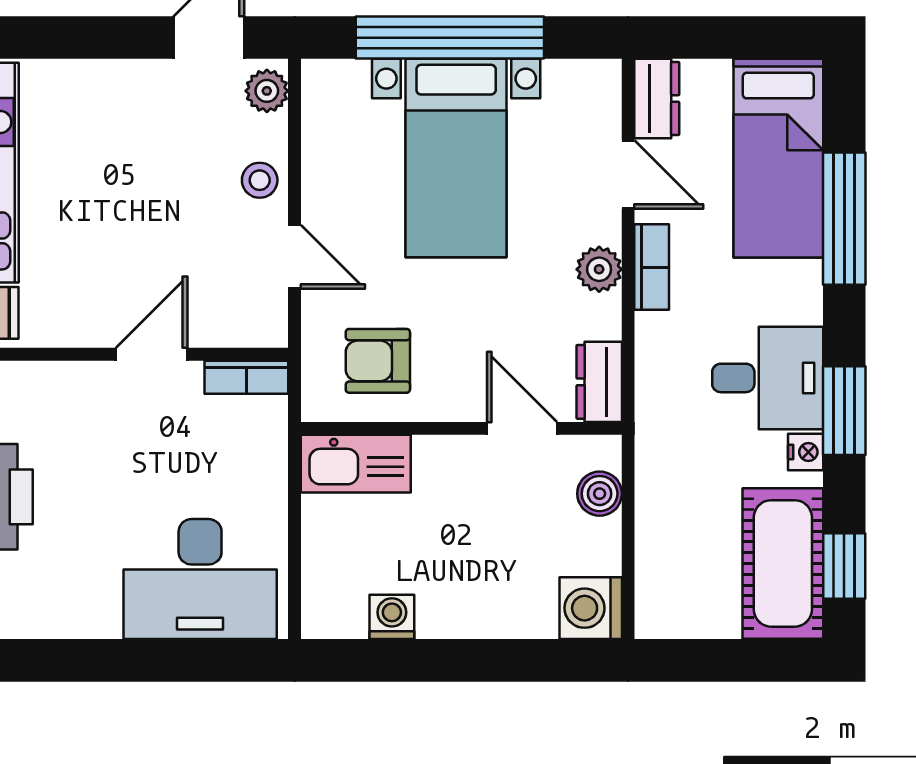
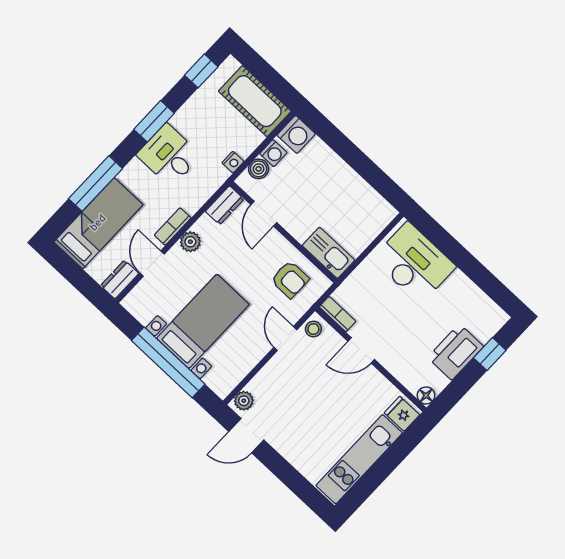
stool: (260, 180) -> (313, 329), moved
nightstand: (806, 452) -> (233, 162), moved, turned 180
cot: (783, 563) -> (255, 101), moved, turned 90
washing machine: (392, 617) -> (273, 153), moved, turned -90

